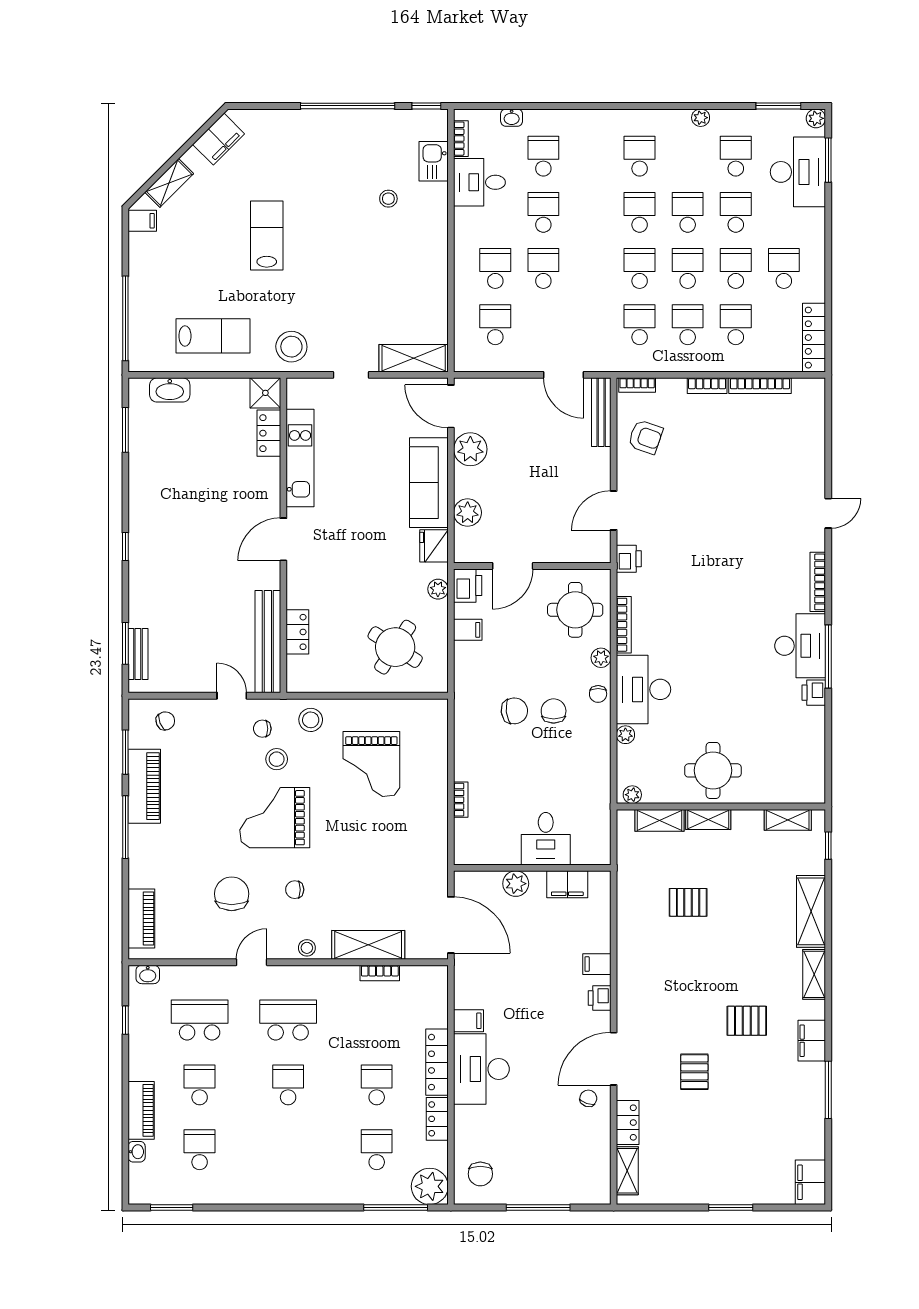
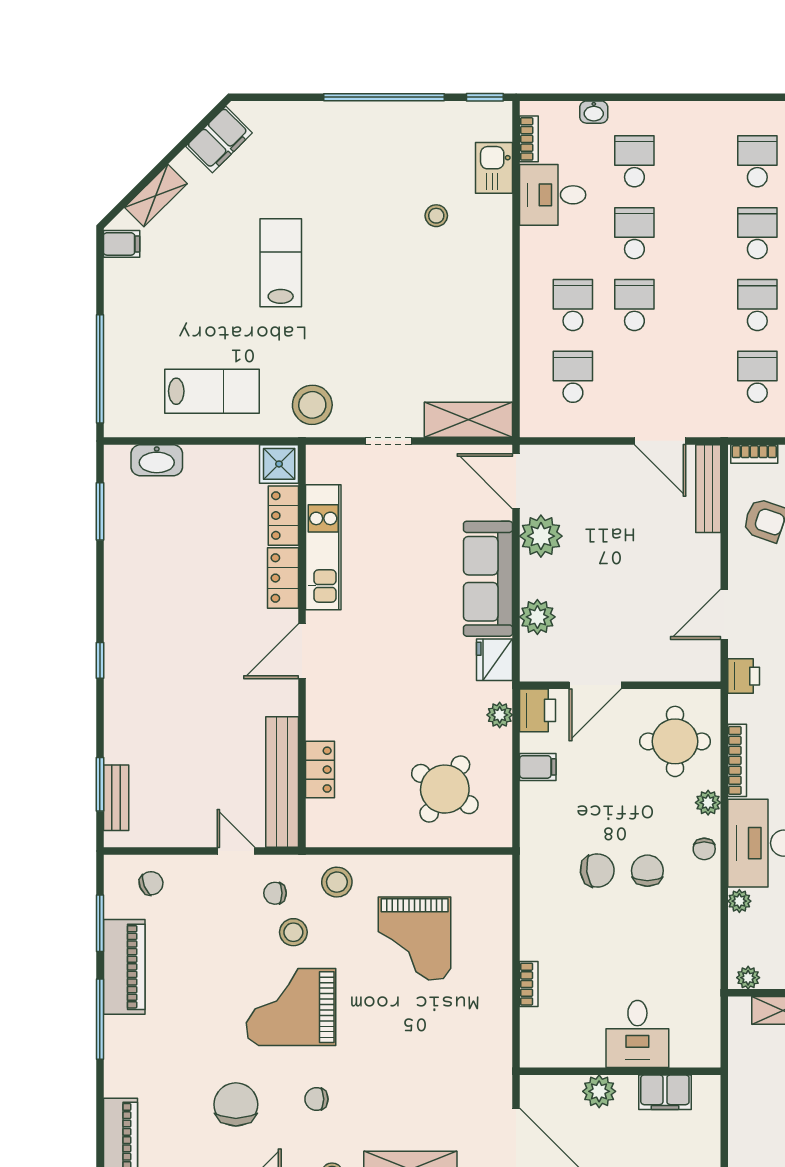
locker: (269, 482) -> (283, 578), added

